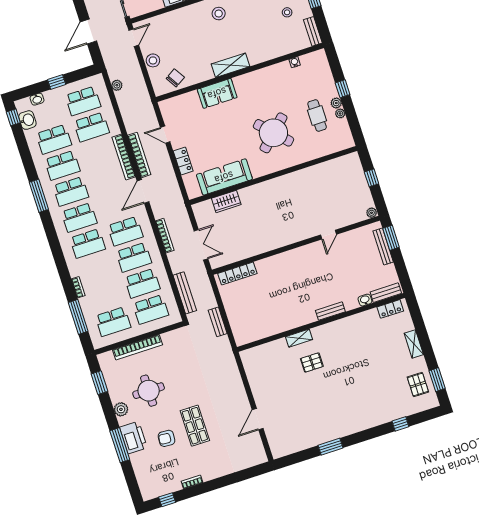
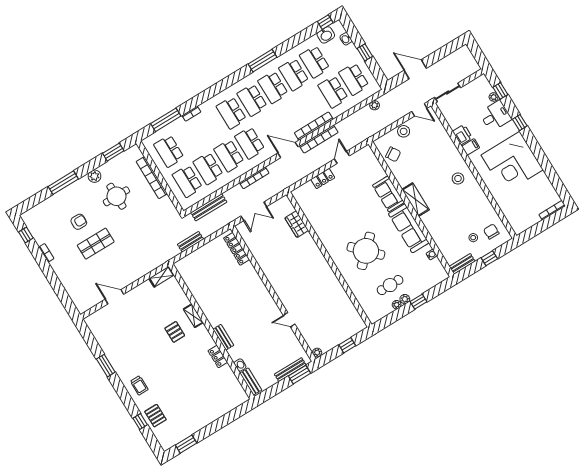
sofa: (224, 177) -> (409, 228), moved, turned 180
locker: (390, 309) -> (218, 357), moved
shelving: (414, 344) -> (161, 277), moved
pallet: (418, 385) -> (155, 416), moved, turned 90
trolley: (361, 415) -> (139, 385), added
printer: (133, 438) -> (73, 193), removed
armchair: (167, 438) -> (79, 222), turned 86

